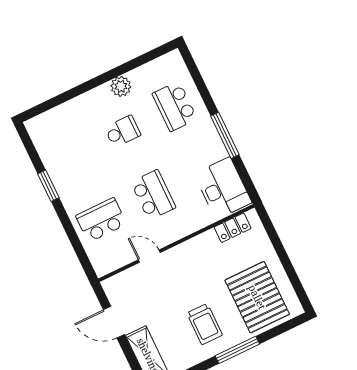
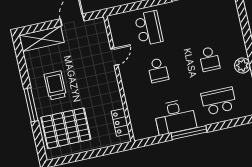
desk: (223, 188) -> (175, 117), moved
school desk: (153, 195) -> (158, 70), width x0.54
trolley: (205, 324) -> (55, 85), turned 90

